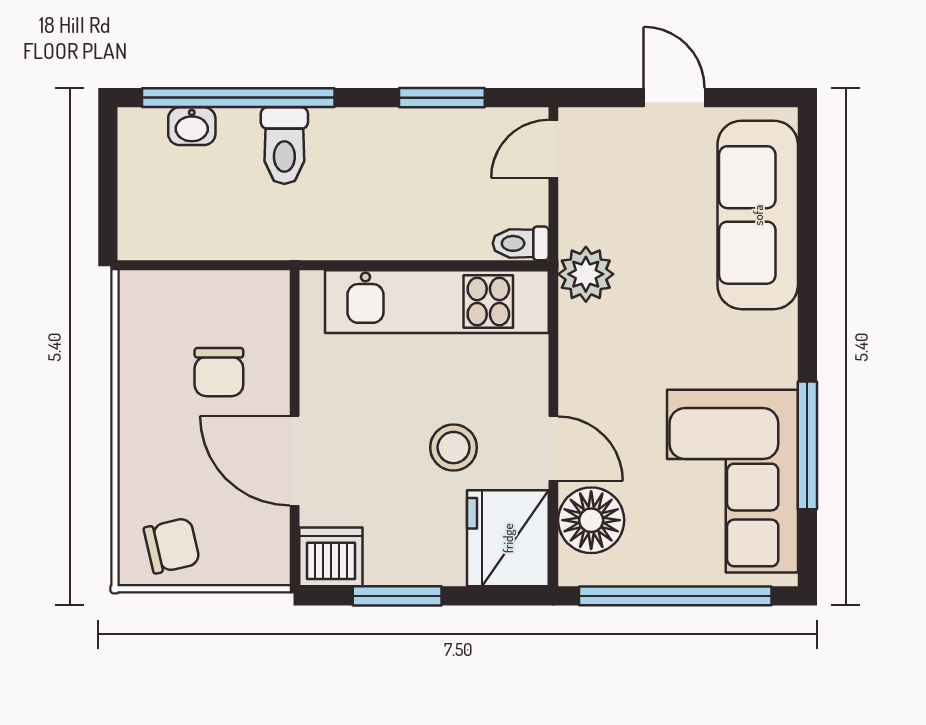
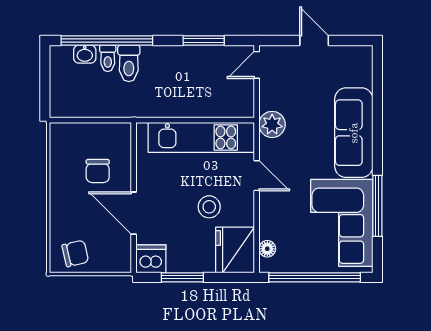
sofa: (758, 215) -> (354, 133), moved
toilet: (521, 243) -> (108, 58), moved, turned -90
door: (553, 448) -> (257, 176), moved
floor lamp: (591, 520) -> (267, 249), width x0.53, depth x0.53

